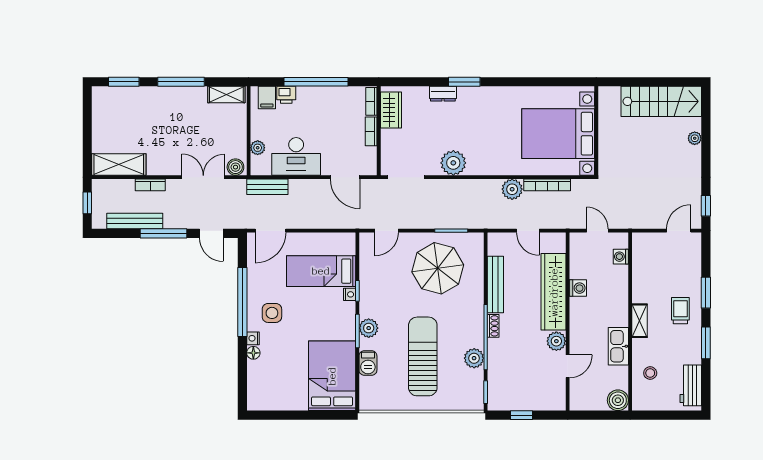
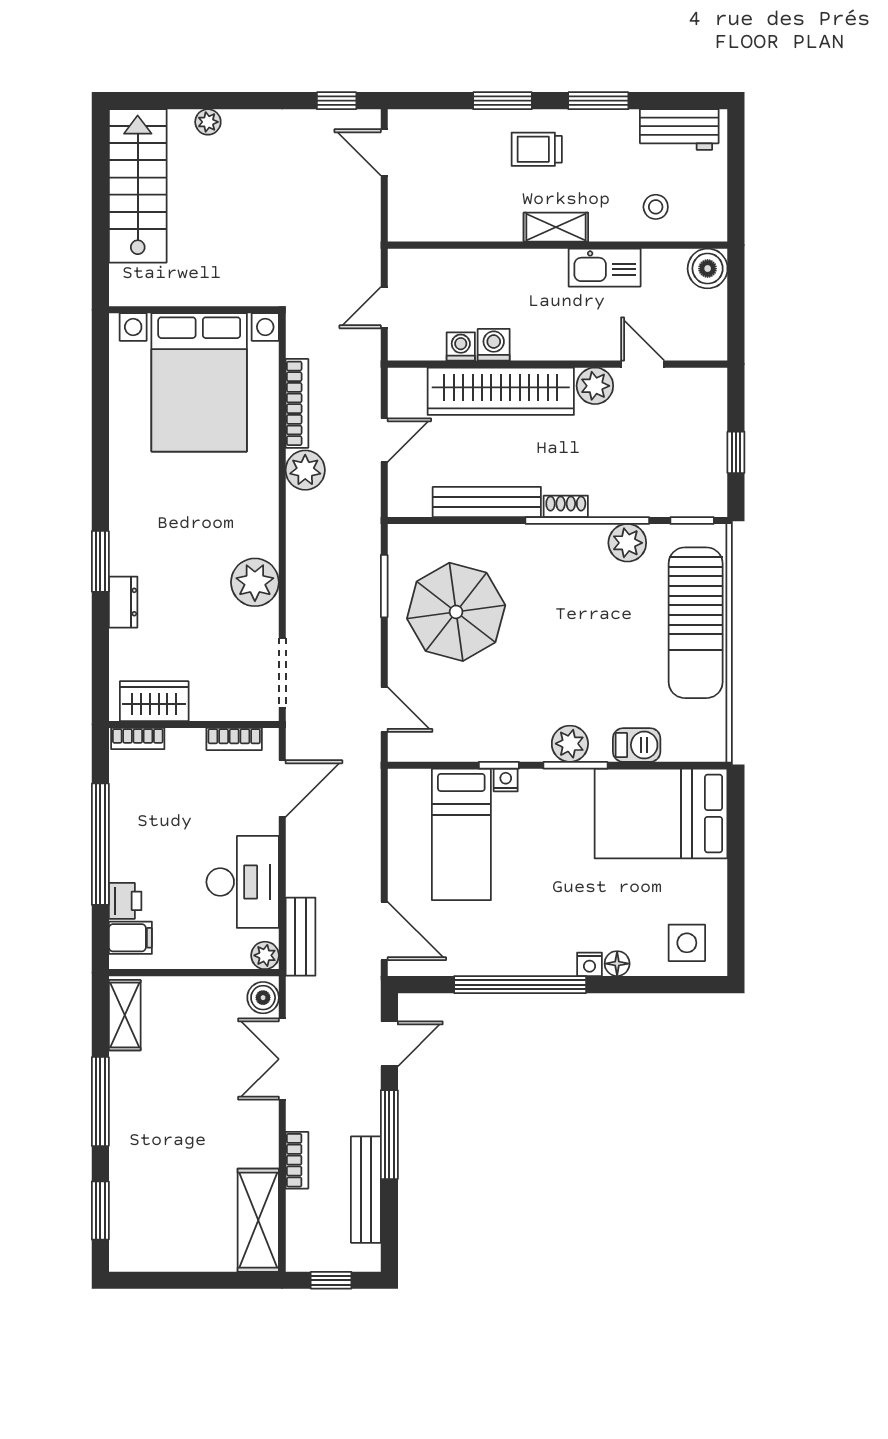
bookcase: (371, 131) -> (234, 739), moved
plant: (258, 148) -> (265, 955), moved
washing machine: (621, 257) -> (461, 346), moved, turned 180
side table: (272, 313) -> (687, 943), moved
sun lounger: (423, 356) -> (696, 623), moved, turned -90

